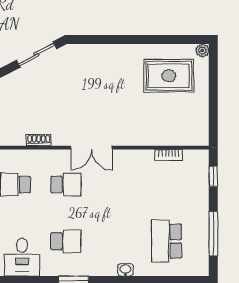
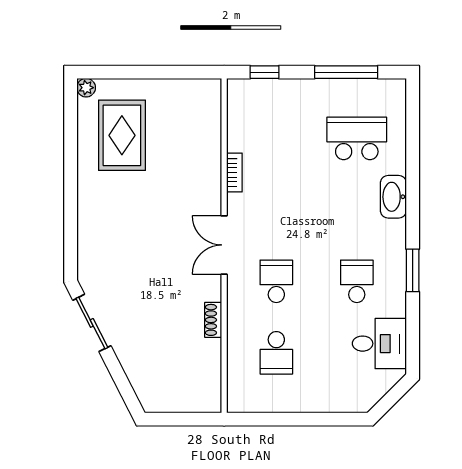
double door: (91, 148) -> (224, 245), swing flipped
bookcase: (169, 155) -> (234, 173), moved
school desk: (167, 241) -> (357, 138), turned 180
washbasin: (125, 270) -> (393, 197), width x1.91, depth x1.45

